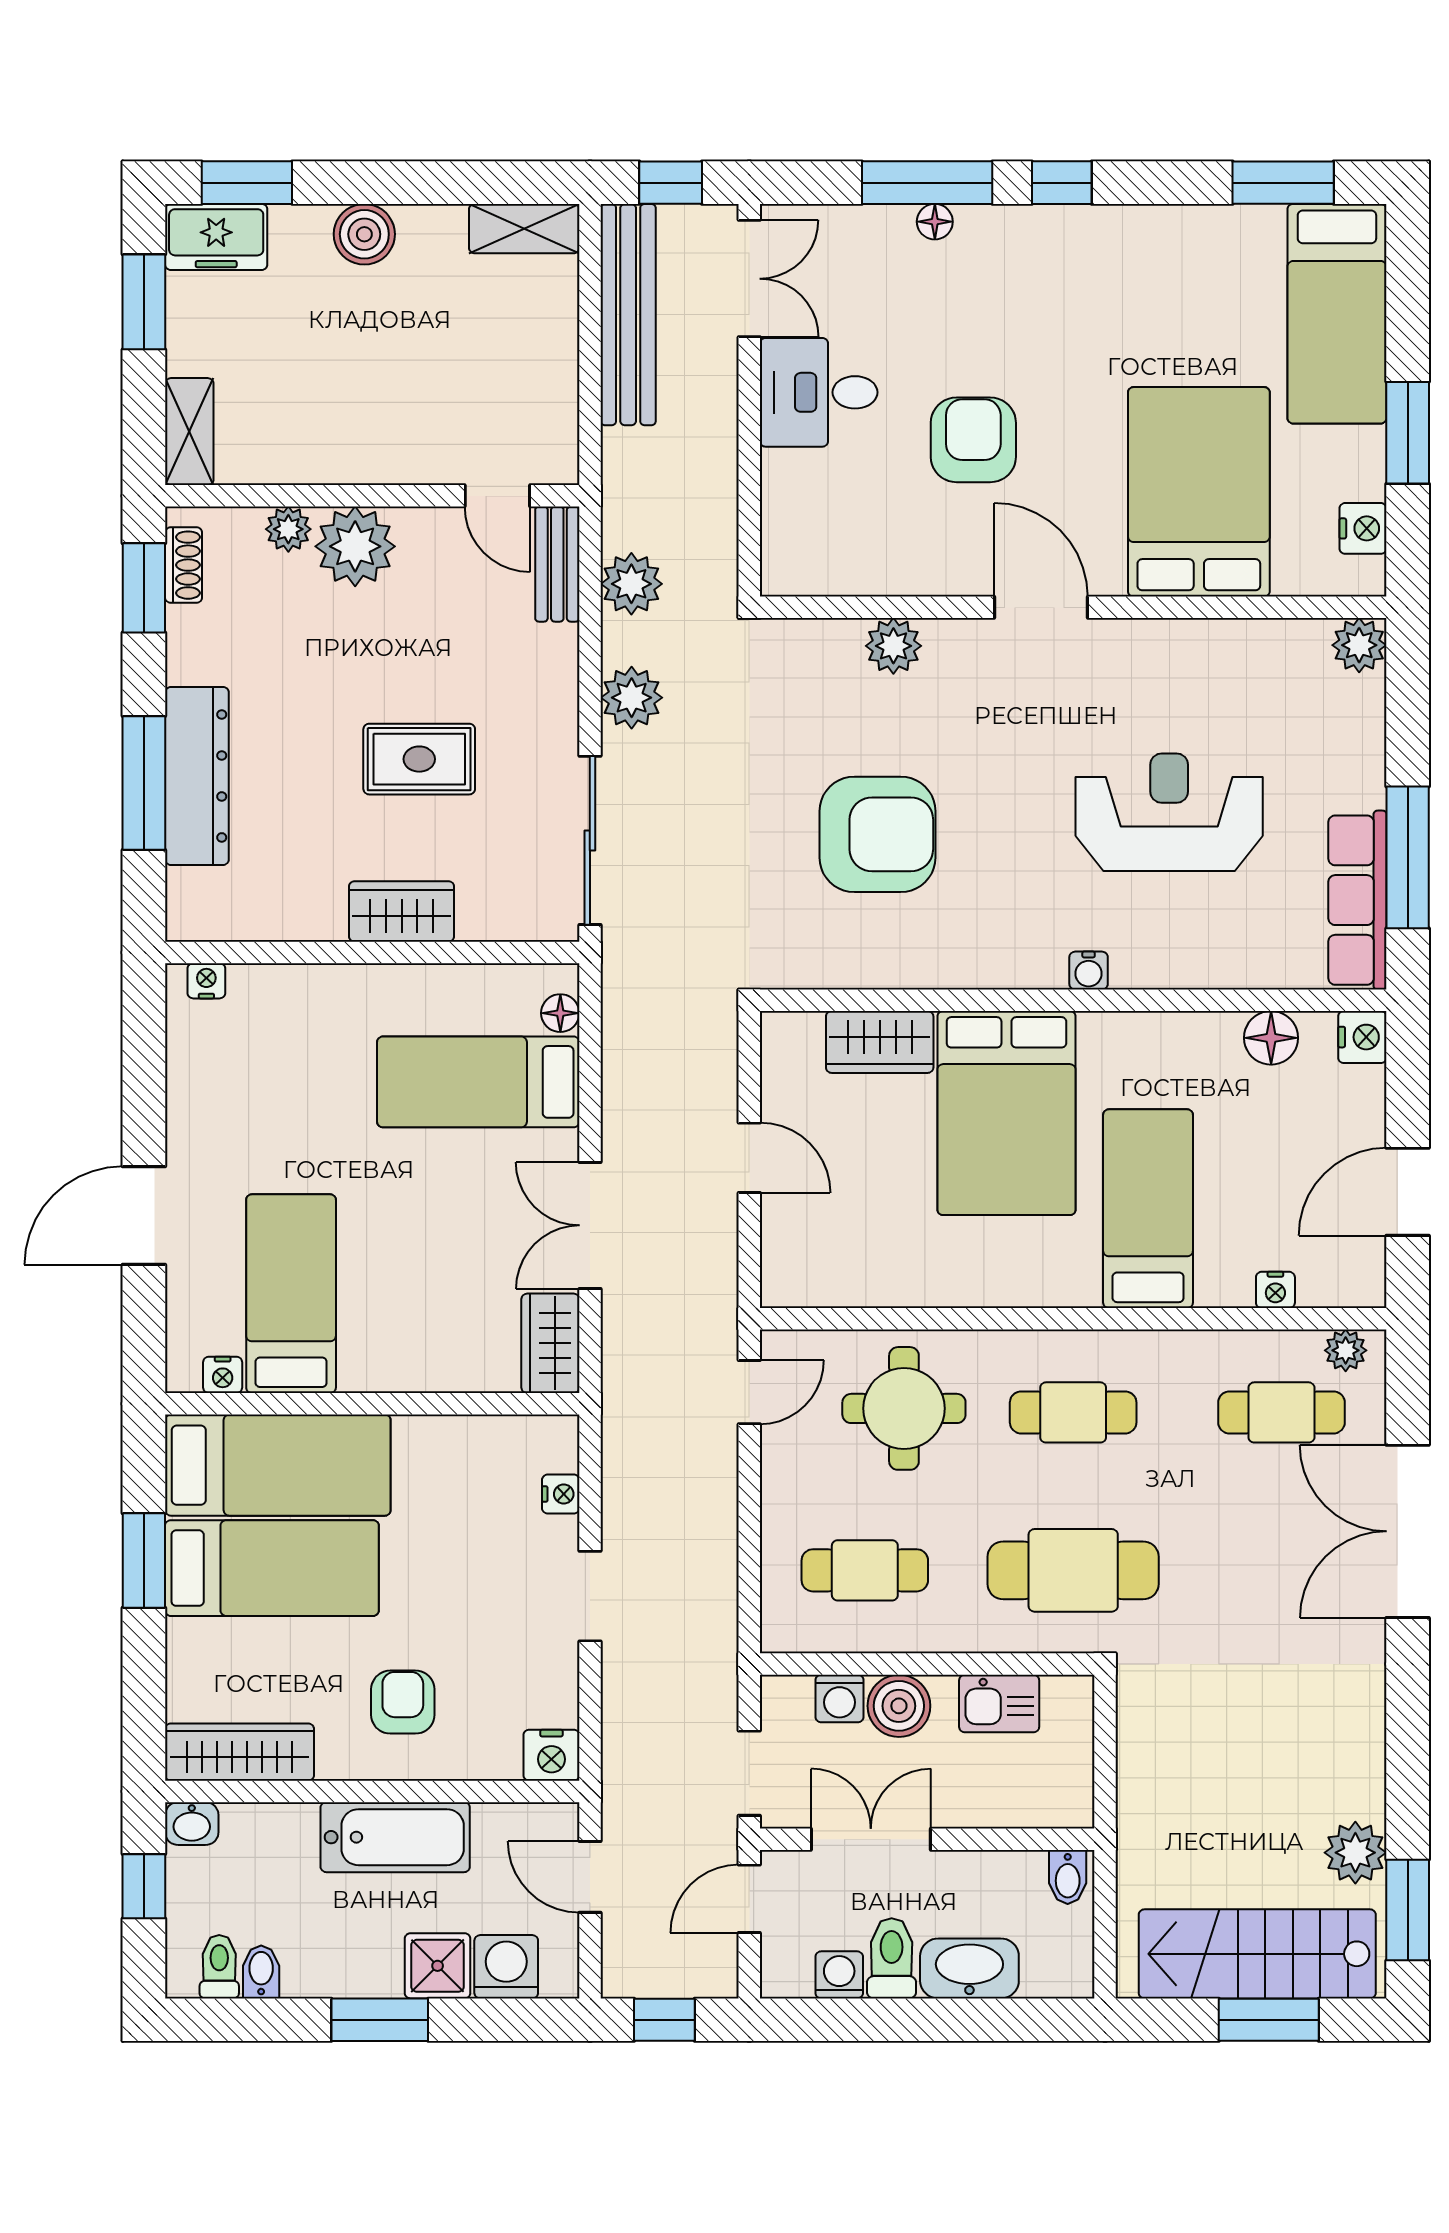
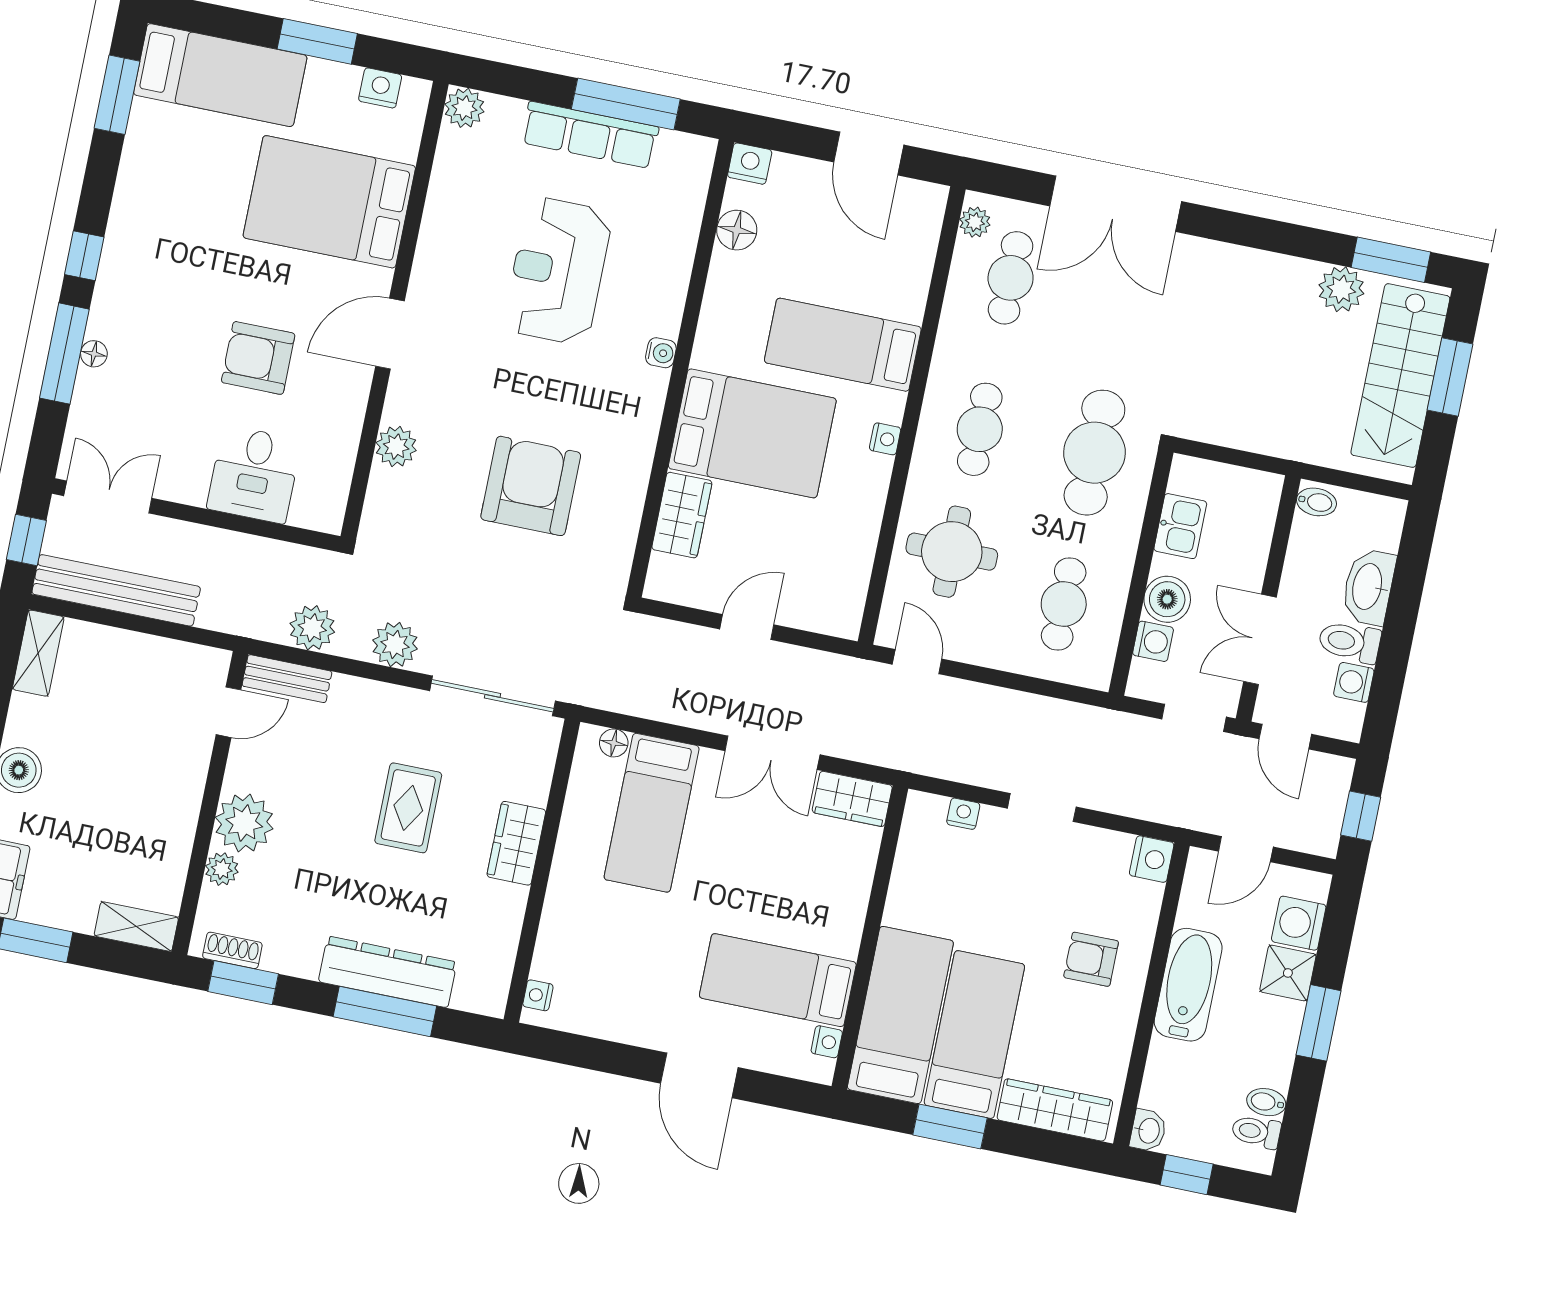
desk: (819, 392) -> (254, 474), moved
row of seats: (1357, 900) -> (590, 135), moved
nightstand: (1275, 1290) -> (885, 439), moved
wardrobe: (239, 1752) -> (1055, 1110), moved, turned 90

